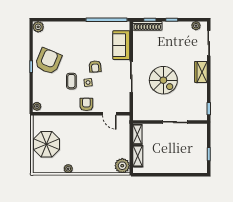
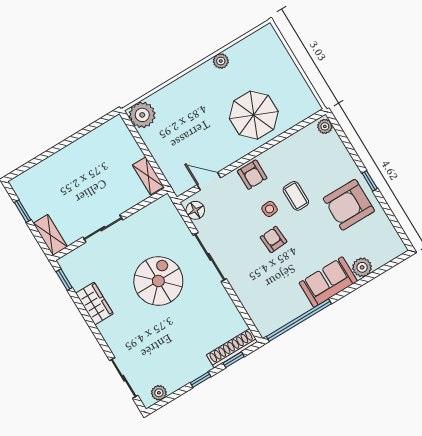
plant: (38, 27) -> (362, 267), moved
sofa: (121, 45) -> (328, 282), moved, turned -90
armchair: (48, 61) -> (349, 205), turned 67
wardrobe: (201, 72) -> (94, 304), moved
spiral stairs: (163, 80) -> (158, 281), turned 90
floor lamp: (125, 104) -> (195, 210), added
parasol: (46, 144) -> (254, 115), moved
shelving: (138, 156) -> (50, 235), moved

